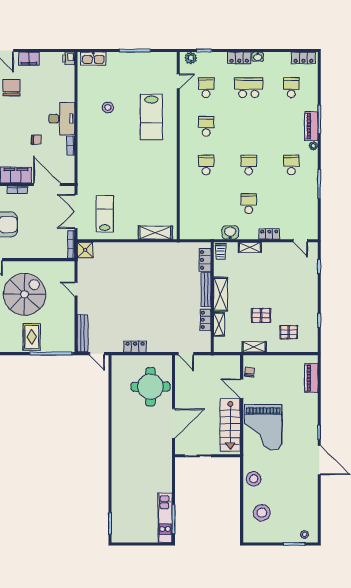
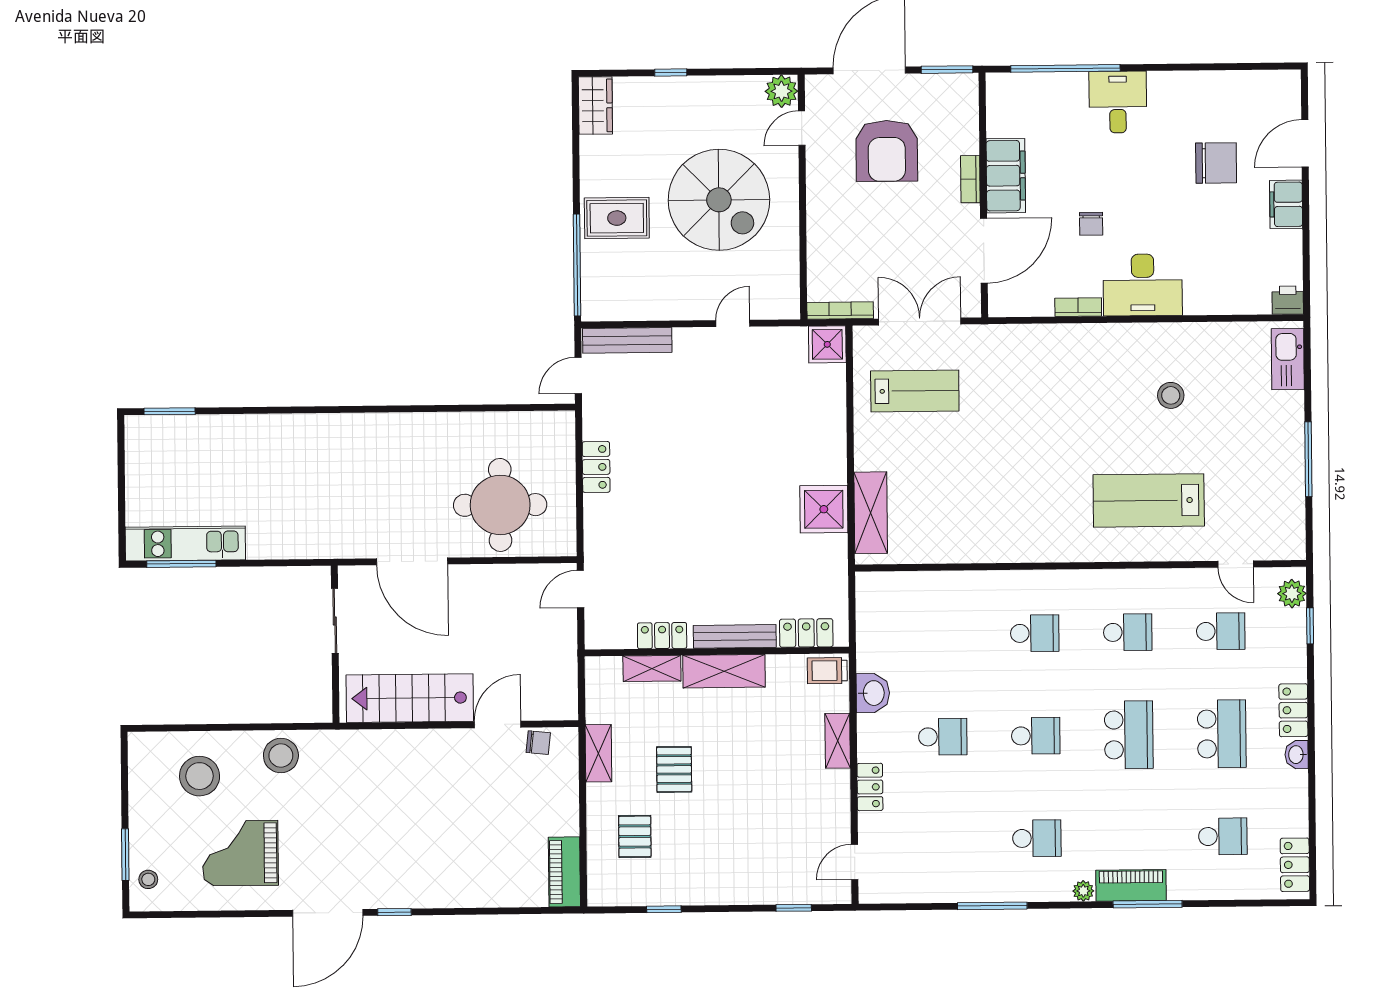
school desk: (249, 126) -> (1129, 735), added
shower: (154, 252) -> (824, 509), added
piano: (311, 378) -> (564, 872), moved, turned -90
grand piano: (263, 427) -> (240, 853), moved, width x0.73, depth x0.68

